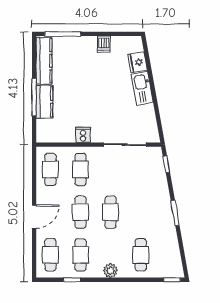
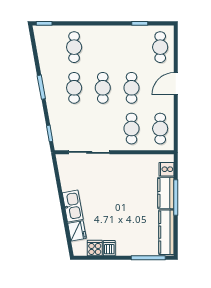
cooker: (119, 44) -> (95, 248), added
cooker: (83, 135) -> (166, 169), moved, turned 90
cafe table: (80, 255) -> (74, 88), moved
plant: (110, 271) -> (103, 32), removed

